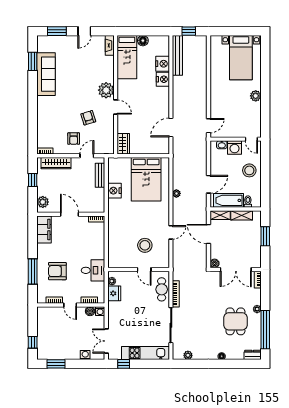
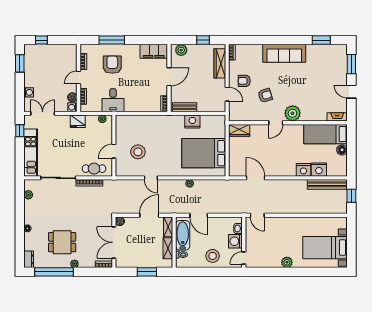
sofa: (46, 74) -> (284, 53), moved
bench: (100, 175) -> (185, 107), moved
fridge: (114, 293) -> (78, 121), moved

